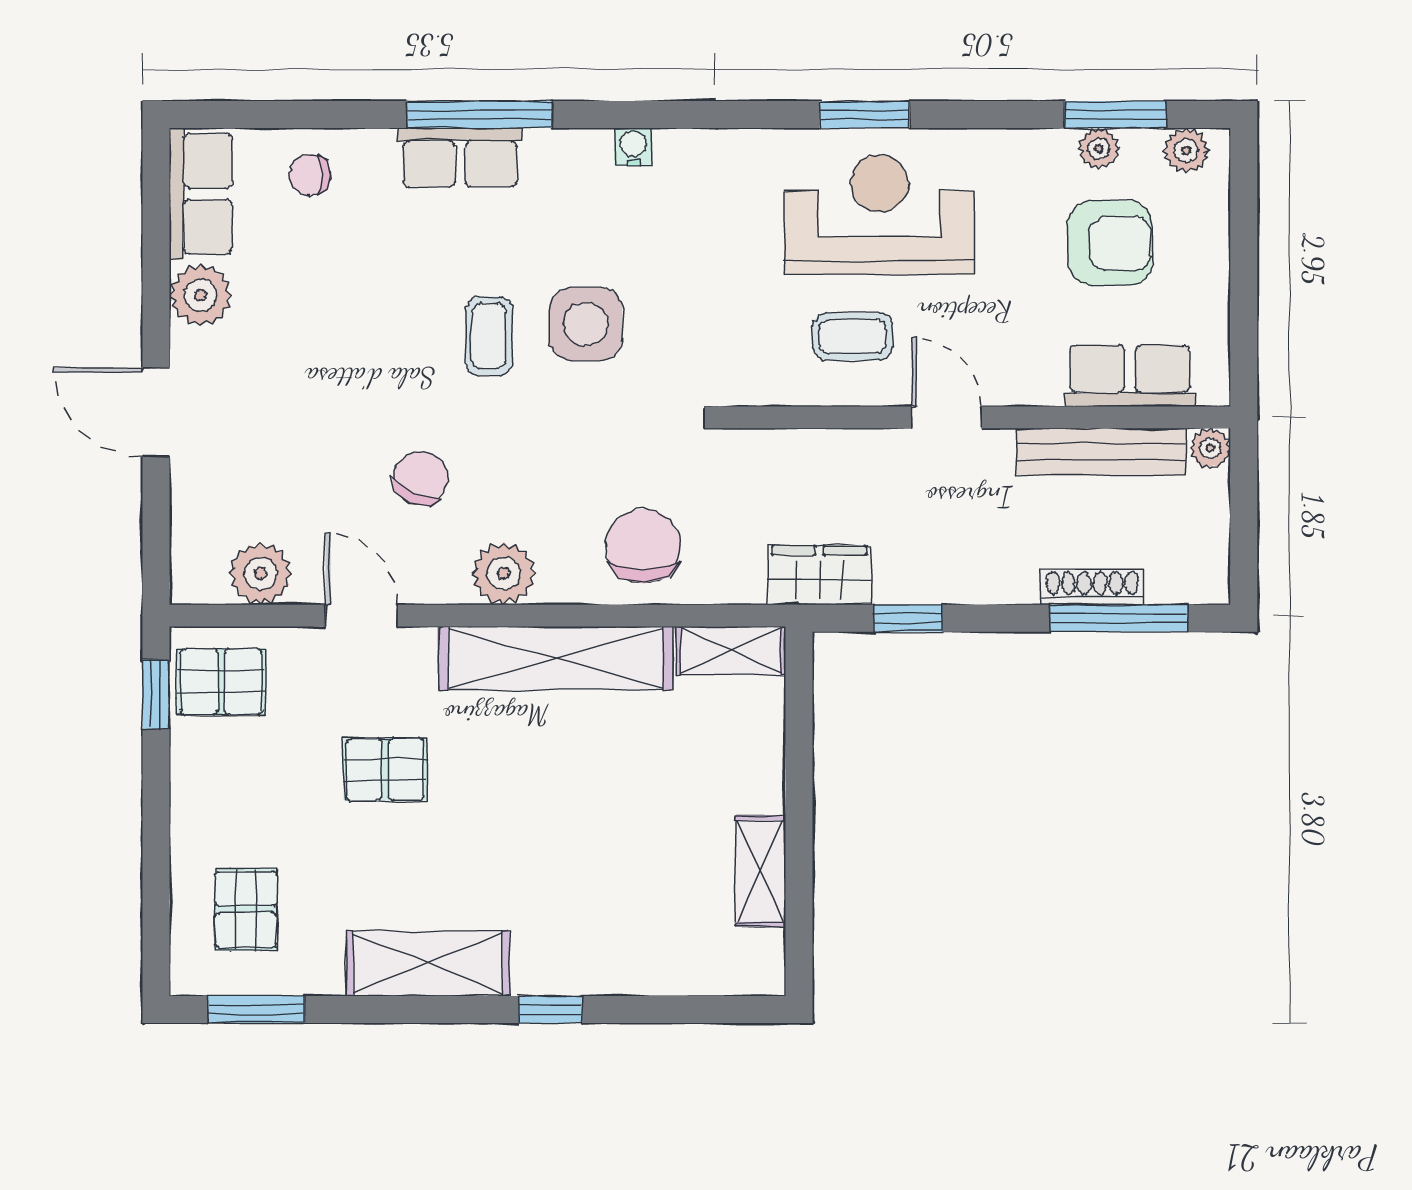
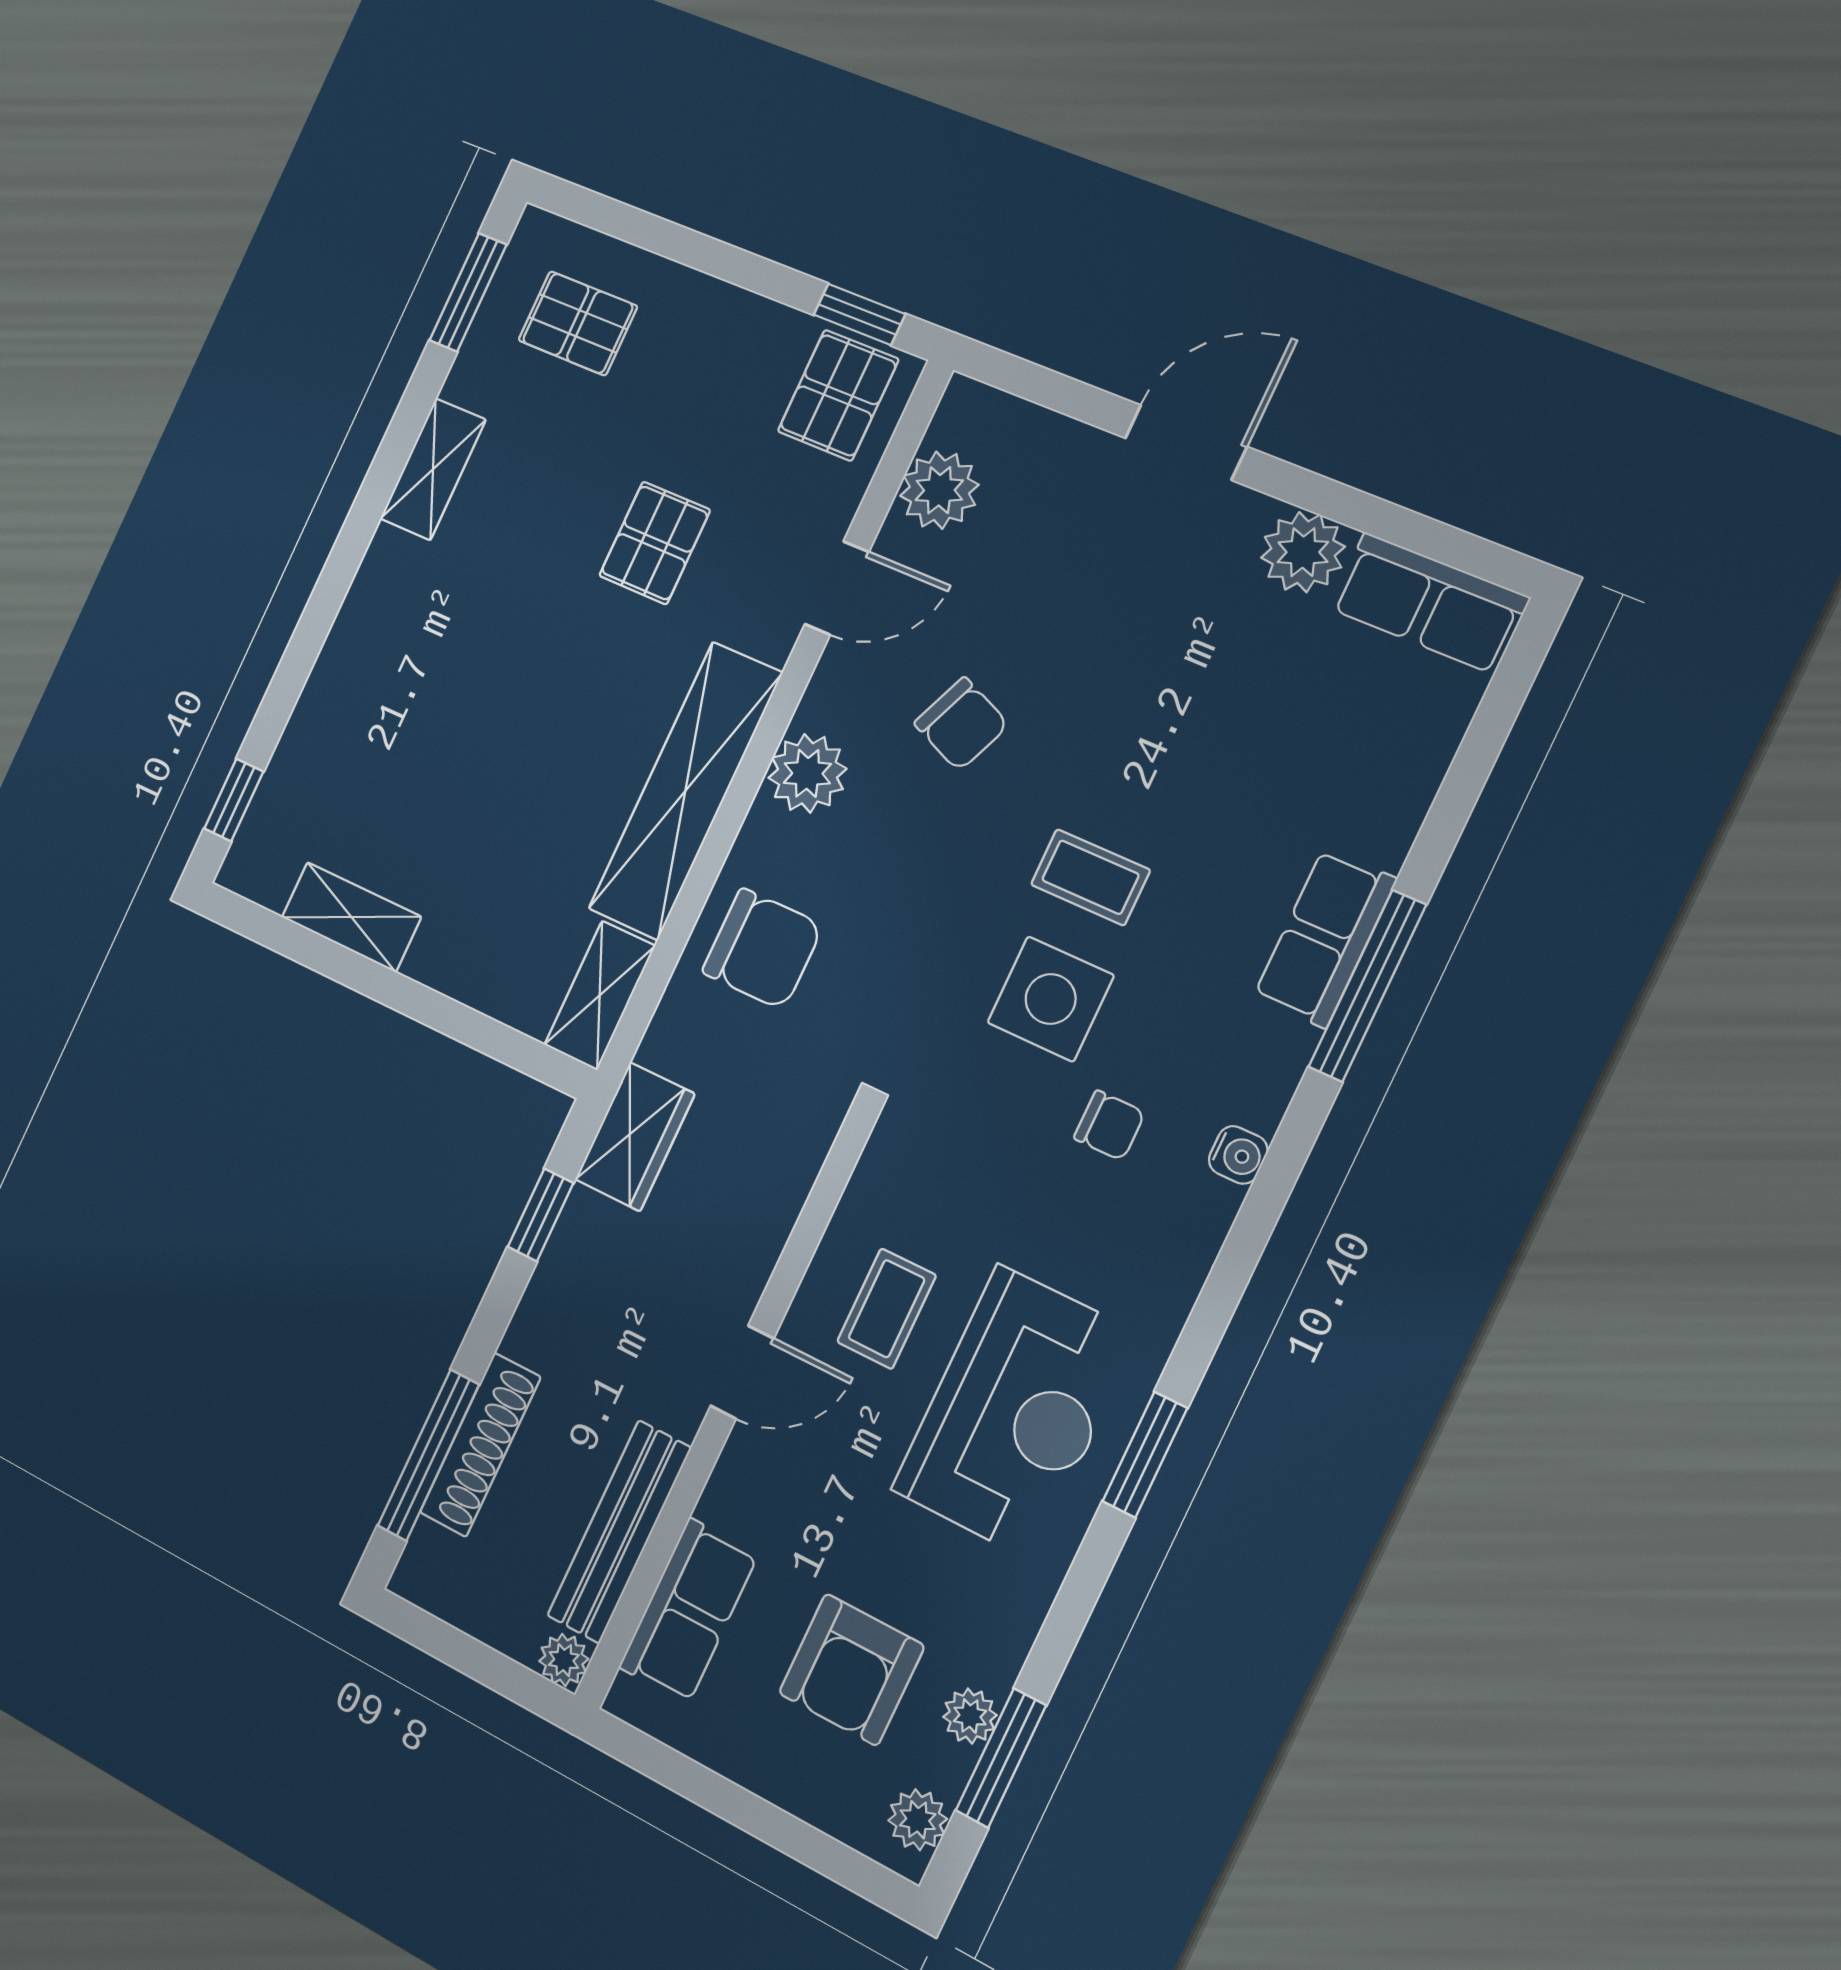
chair: (310, 175) -> (1109, 1125), moved, turned 90
shoe rack: (1092, 587) -> (480, 1445), width x1.36, depth x1.24
shelving: (428, 963) -> (433, 469), width x0.67, depth x0.75
window: (550, 1009) -> (234, 800), moved

